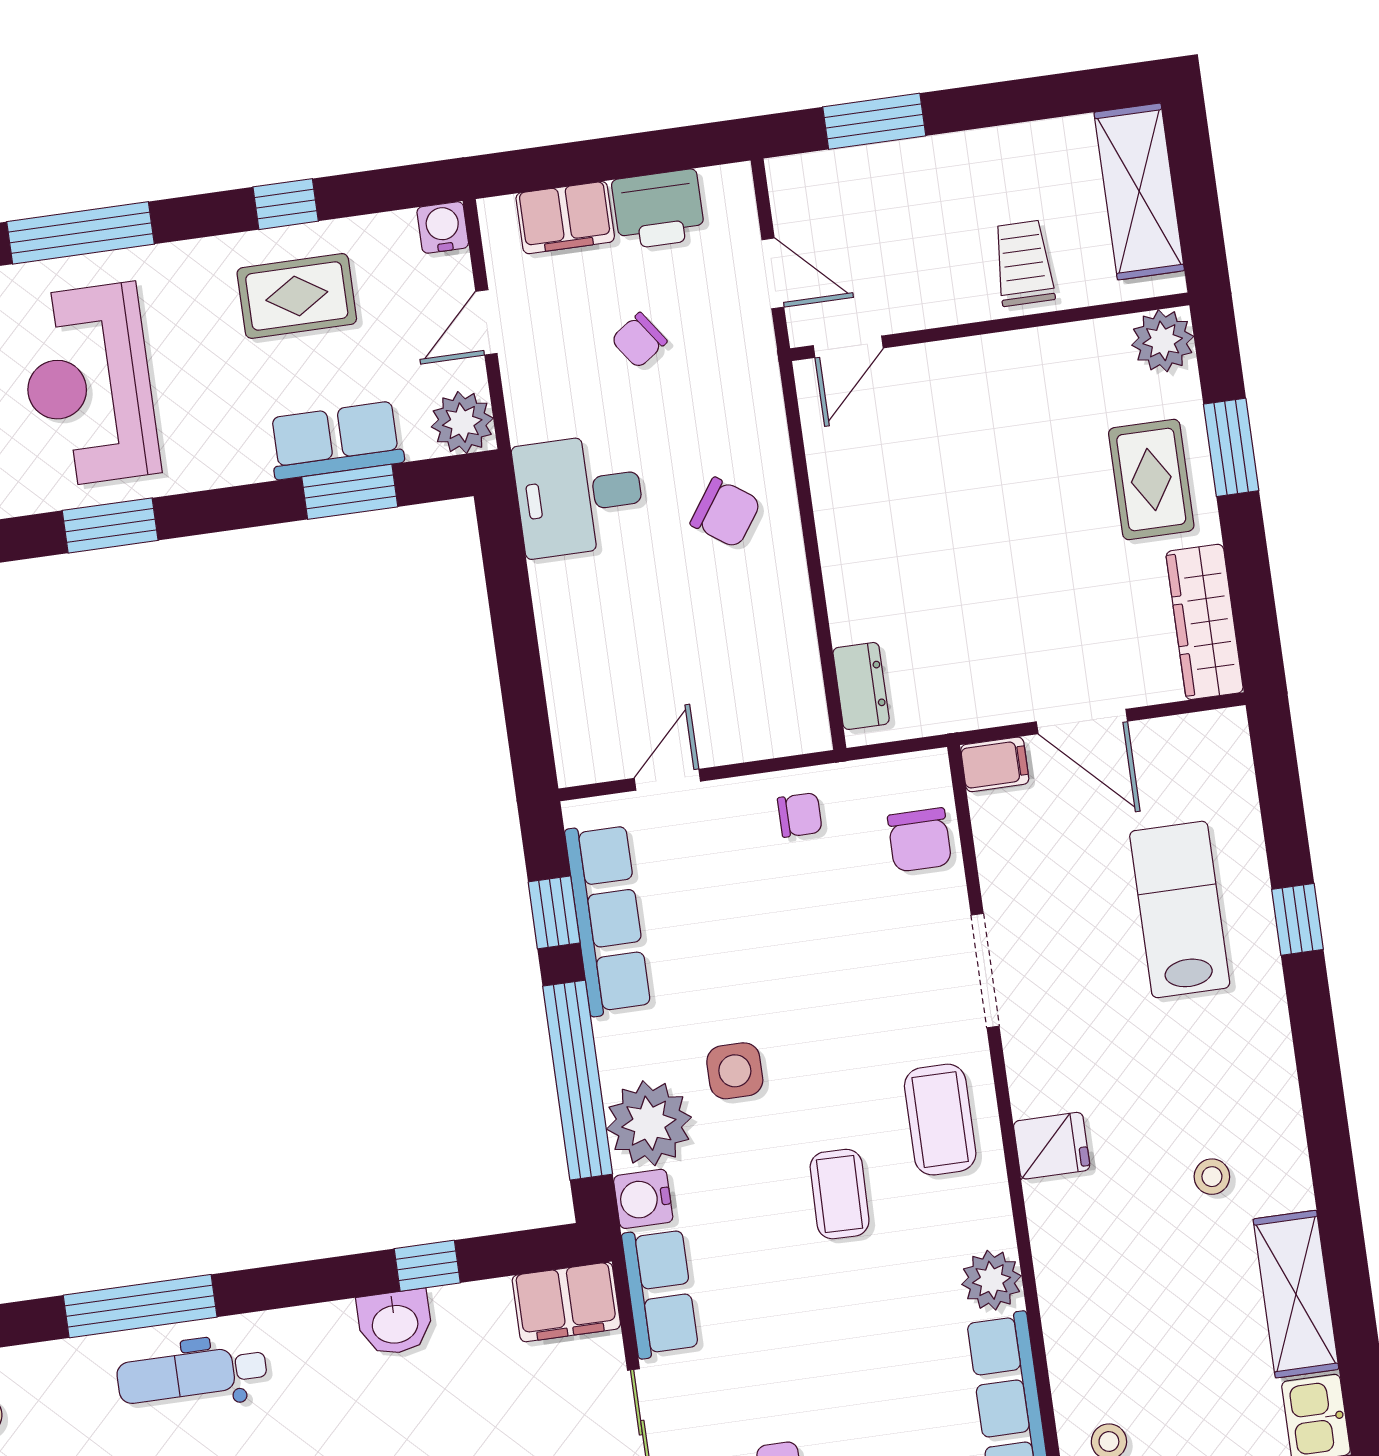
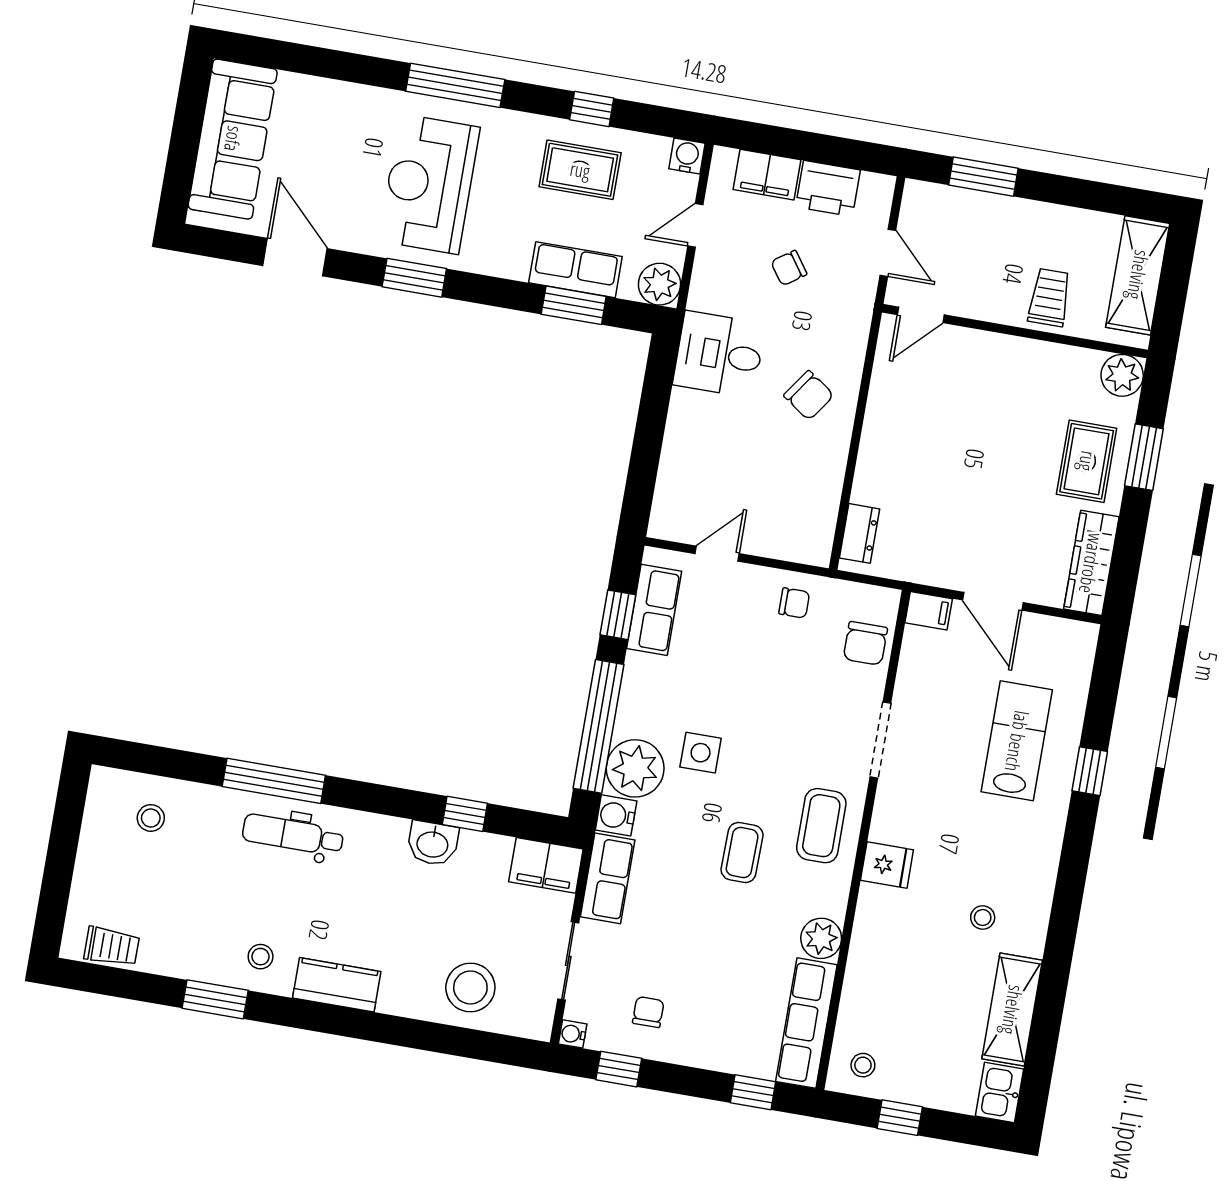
row of seats: (608, 919) -> (654, 610), width x0.68

